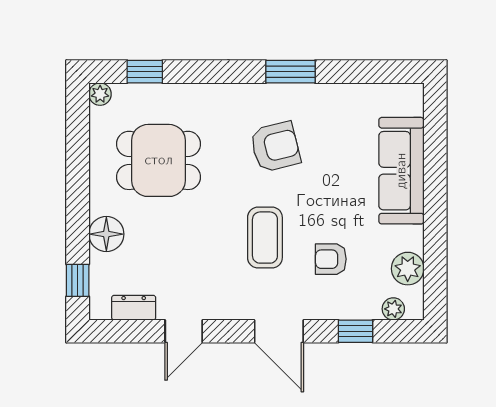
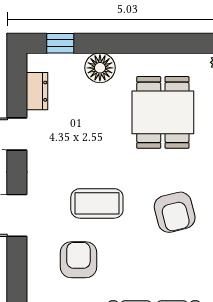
armchair: (331, 259) -> (78, 260), width x1.38, depth x1.38
window: (355, 331) -> (17, 281), removed

